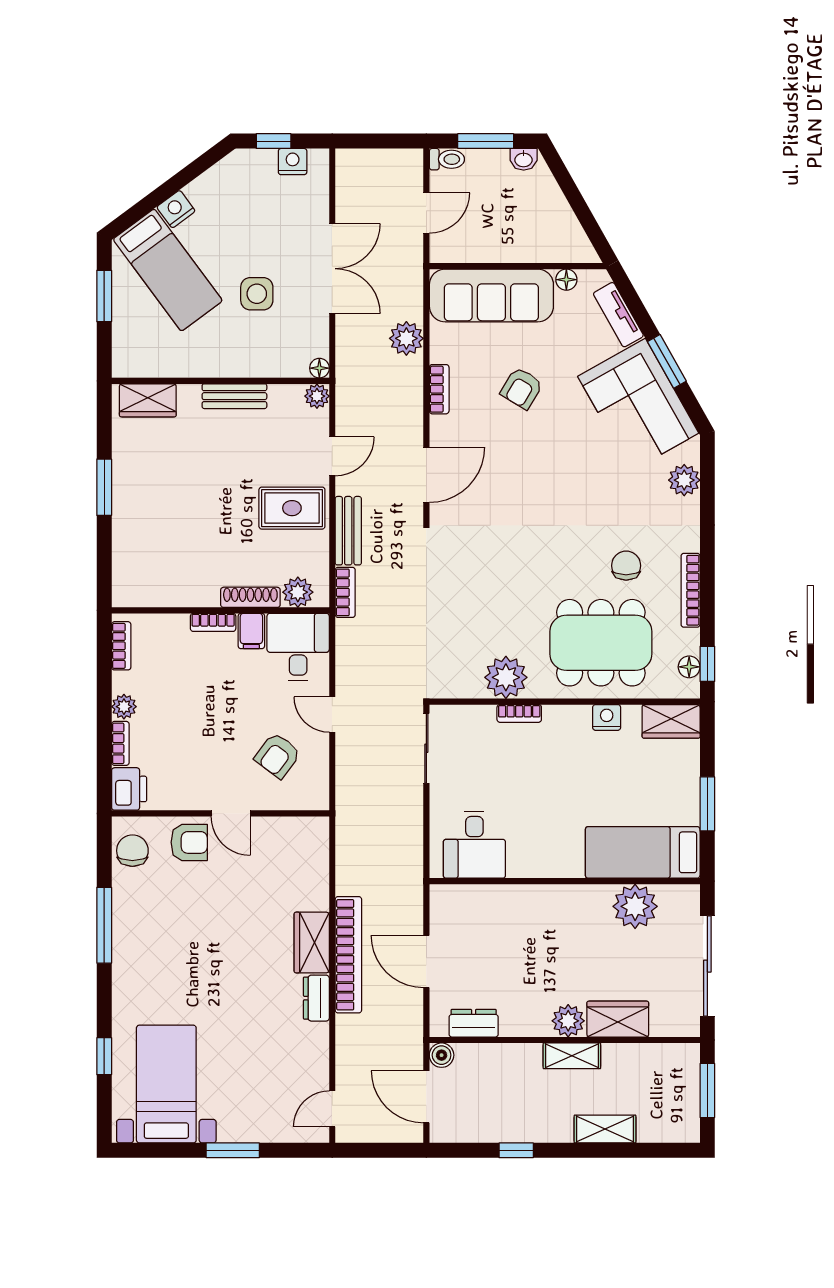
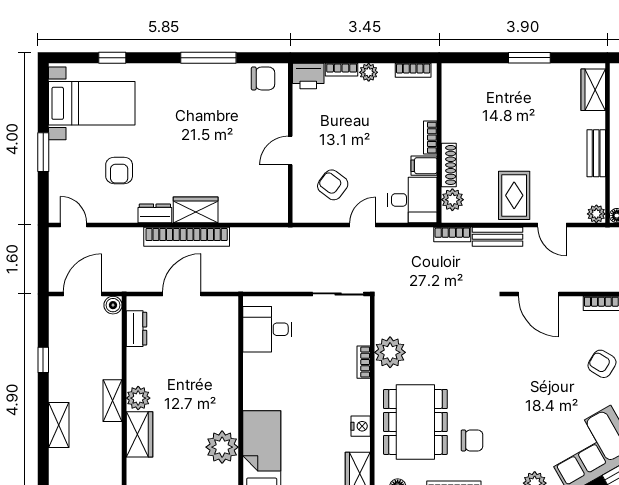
armchair: (189, 842) -> (119, 170), moved

